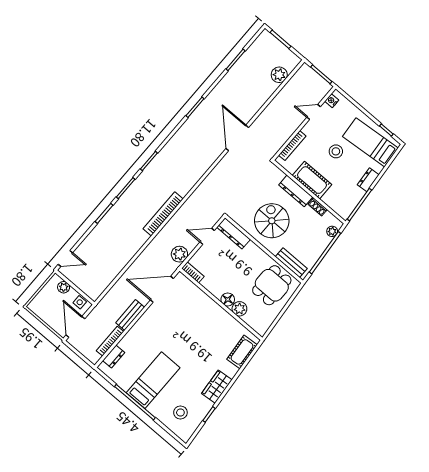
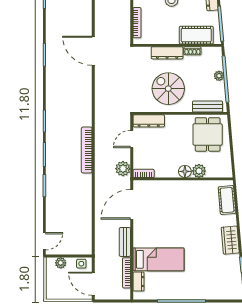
cot: (312, 180) -> (196, 35), moved
plant: (332, 231) -> (219, 76), moved
bed: (153, 380) -> (158, 259), moved, turned 90
stool: (180, 413) -> (220, 281), removed

